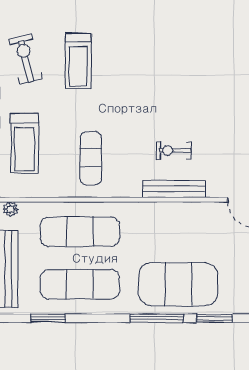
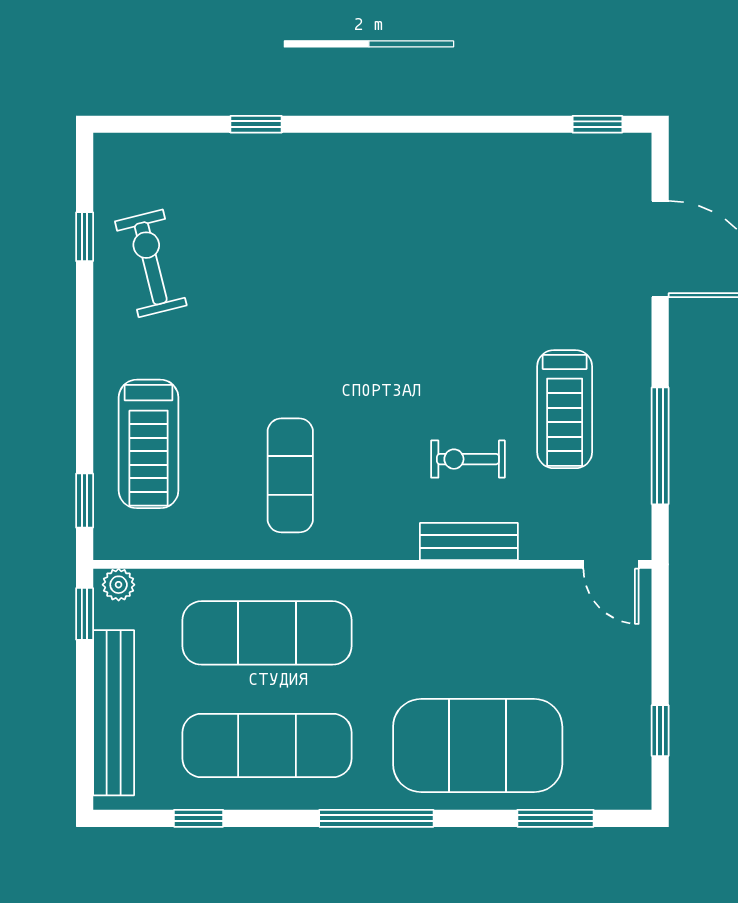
treadmill: (78, 61) -> (565, 409), moved
bench: (174, 189) -> (469, 541), width x0.73
window: (48, 318) -> (199, 818), width x0.67
window: (157, 318) -> (376, 818), moved

